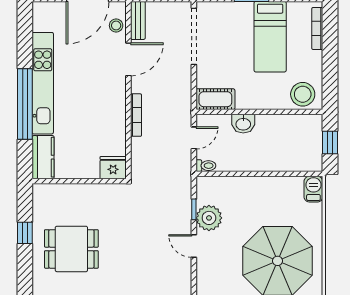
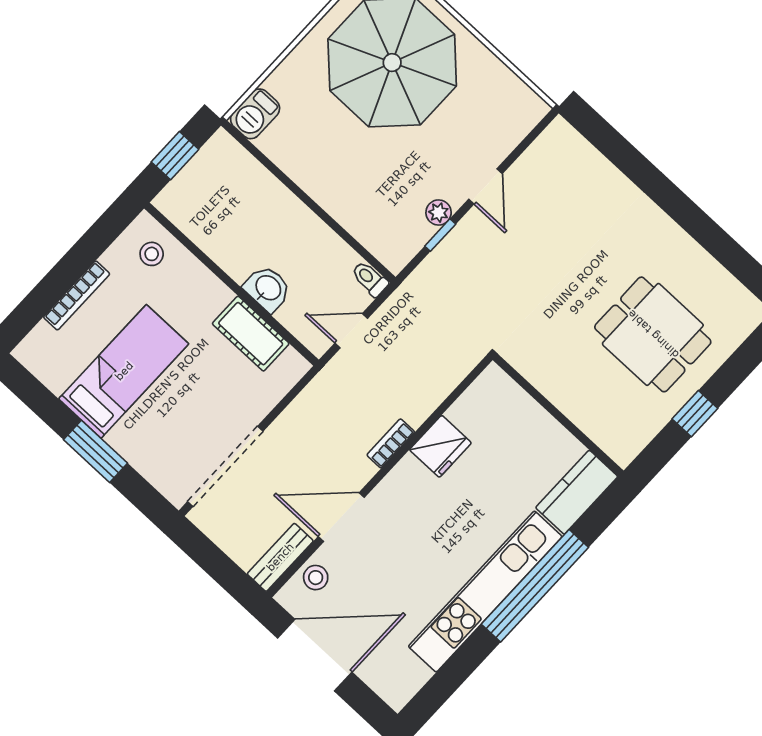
bookcase: (317, 28) -> (77, 296), moved
stool: (303, 94) -> (152, 254), width x0.53, depth x0.53
cot: (215, 99) -> (251, 334), moved
bookcase: (136, 115) -> (391, 443), width x0.64
fridge: (113, 168) -> (441, 446), moved, turned -90
plant: (209, 218) -> (439, 213), width x0.53, depth x0.53

